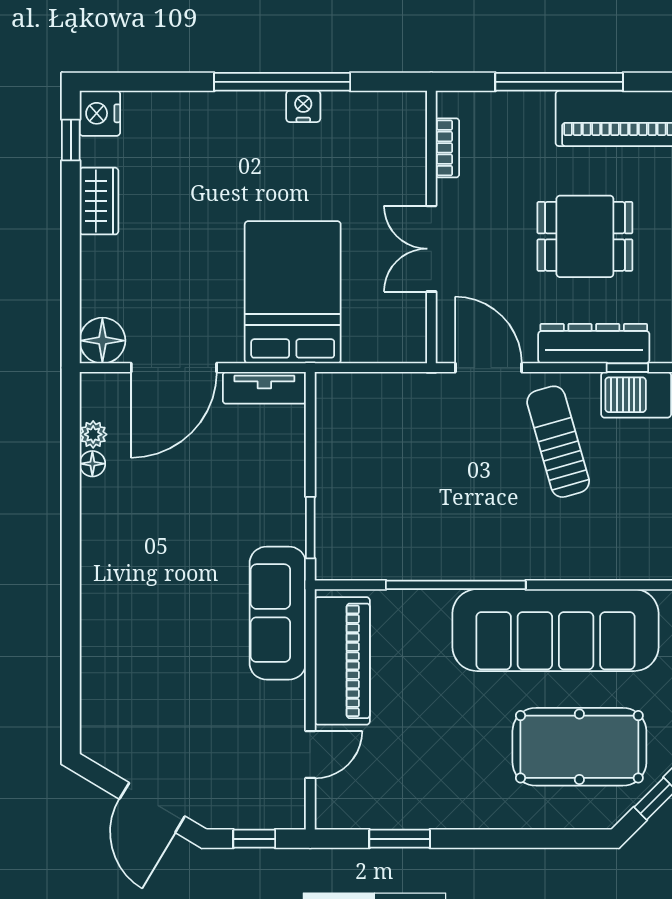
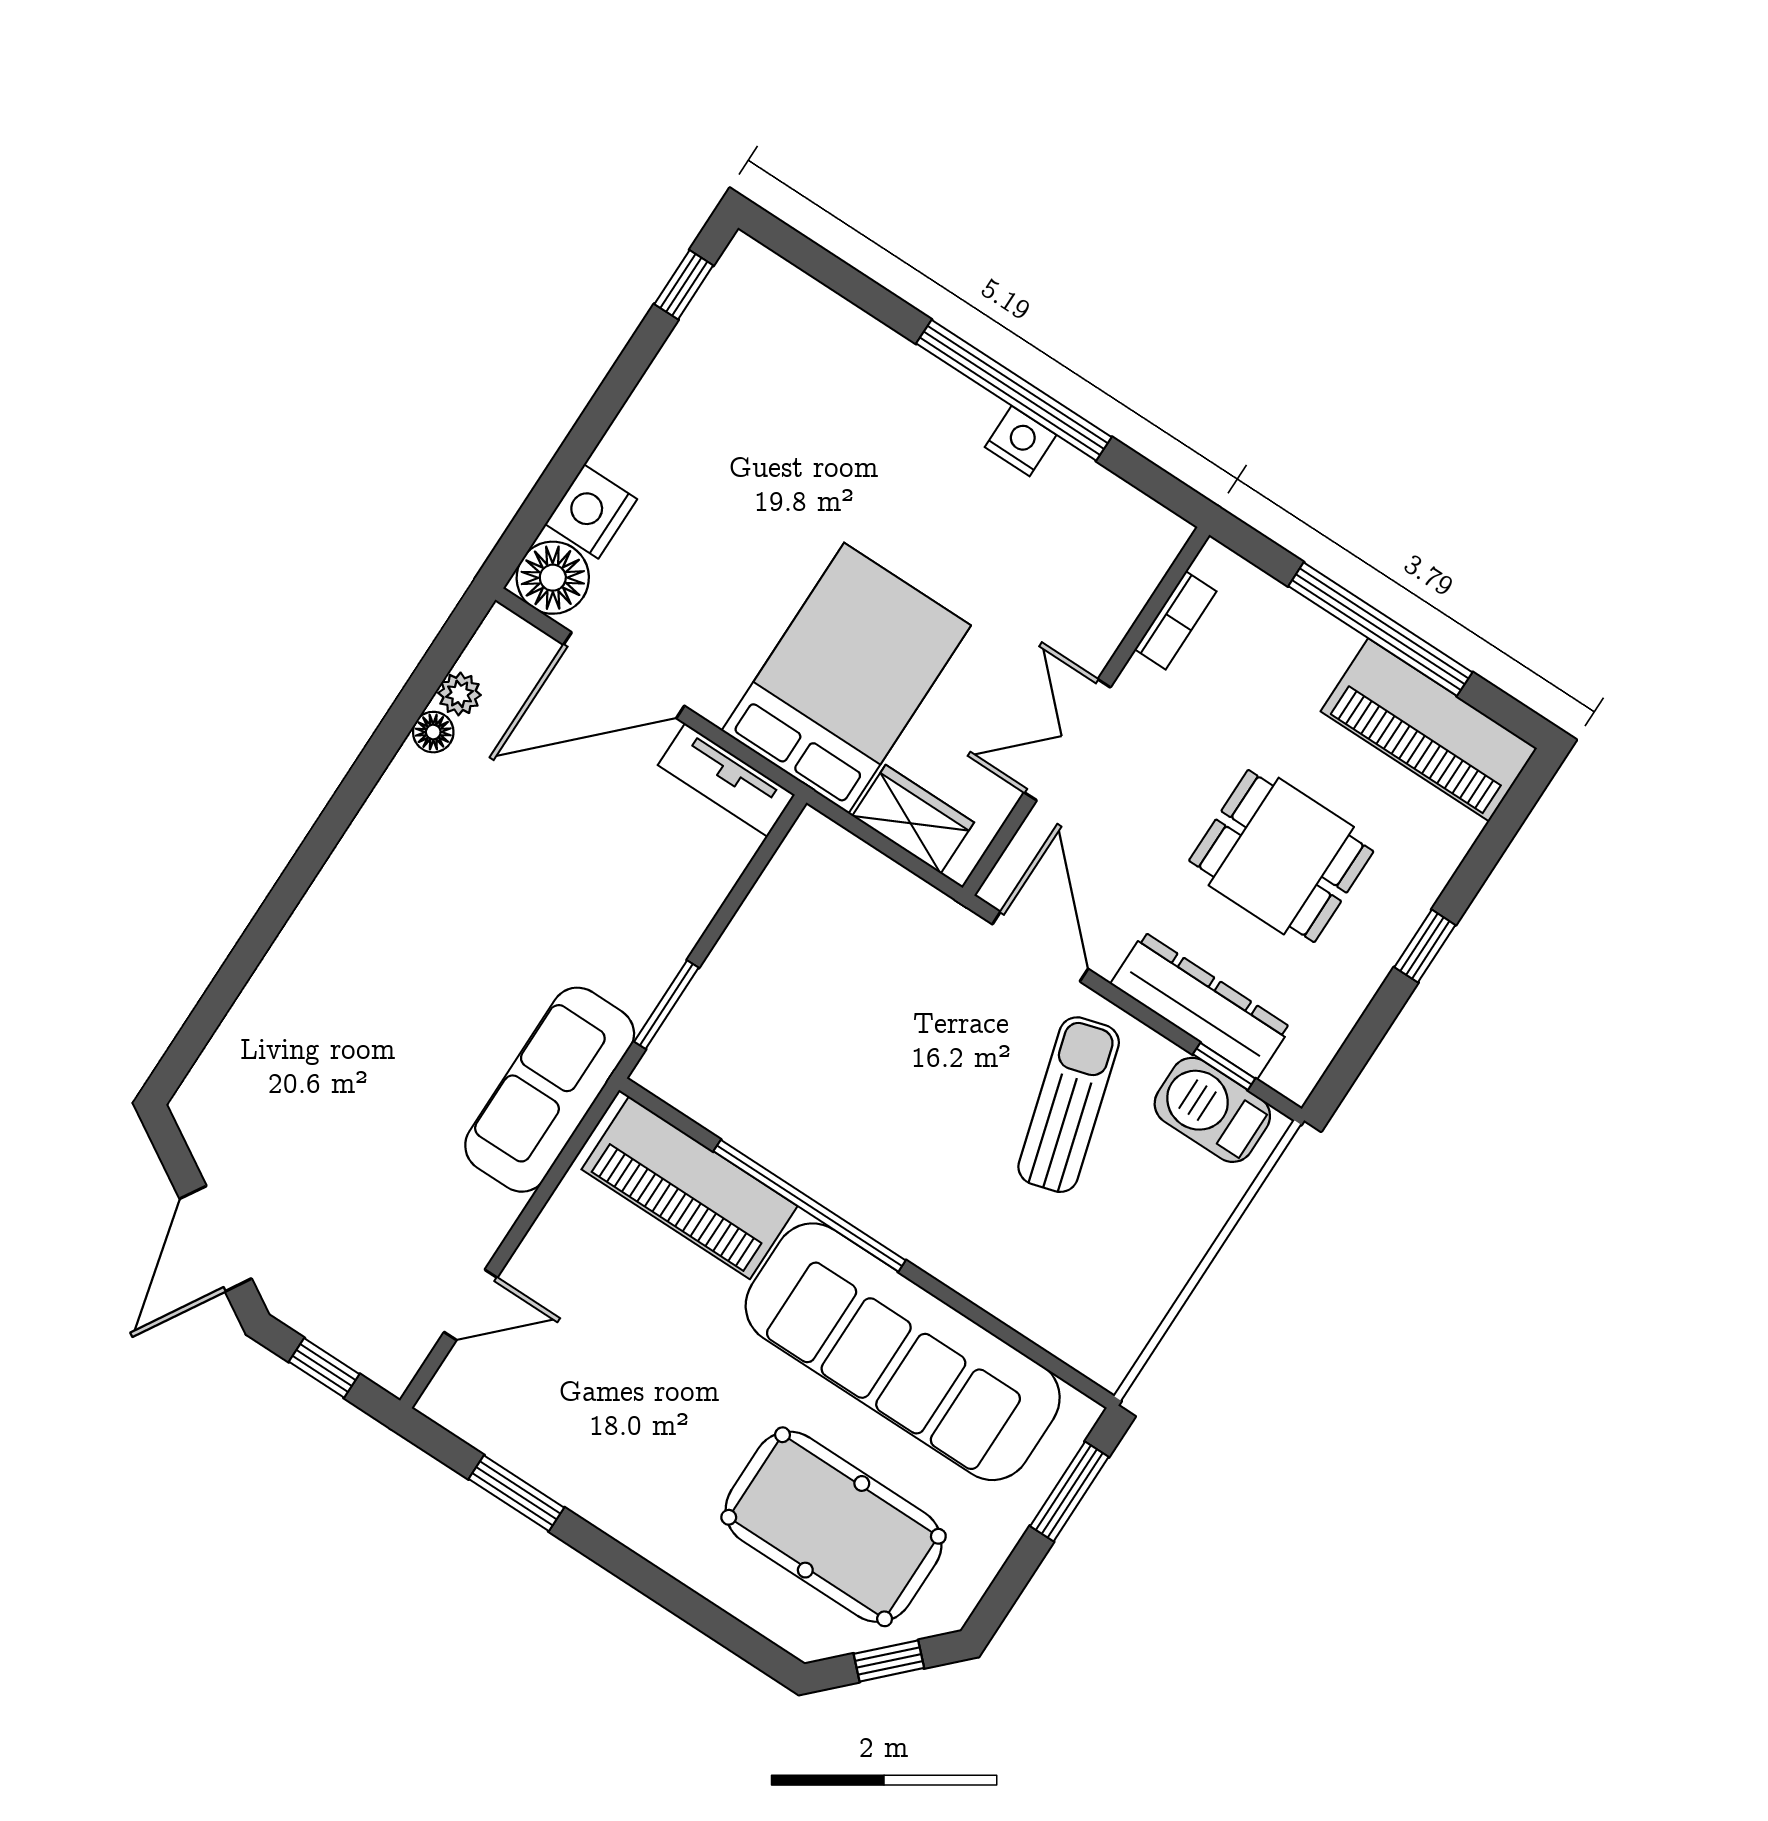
nightstand: (100, 113) -> (591, 512), moved
wardrobe: (99, 201) -> (913, 819), moved, turned -90
piano: (342, 661) -> (689, 1188), moved, turned 90

